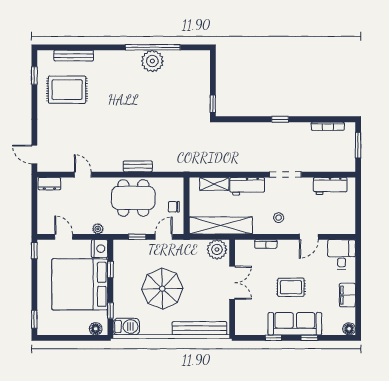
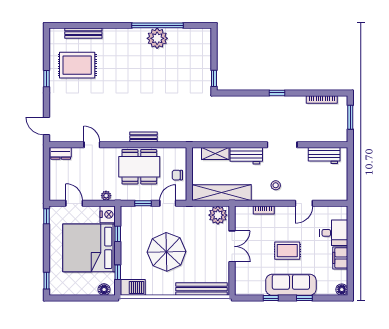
window: (34, 76) -> (46, 79), moved
desk: (342, 254) -> (334, 233), moved, turned 90

